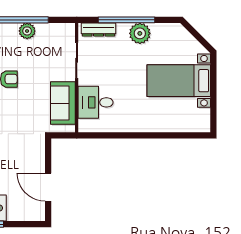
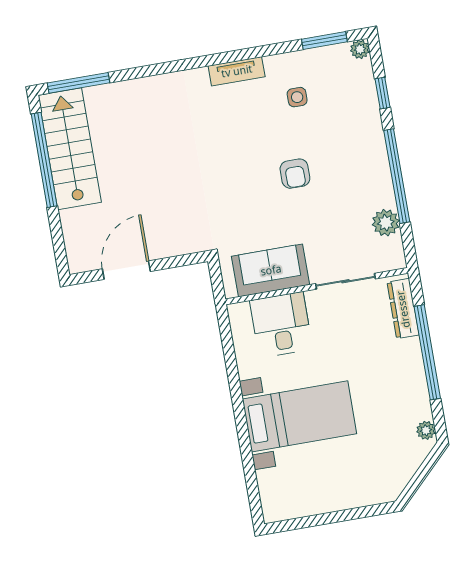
plant: (27, 31) -> (386, 223), moved
plant: (140, 33) -> (426, 430), moved, width x0.53, depth x0.53
bed with nightstands: (179, 81) -> (300, 416), moved, turned 90

